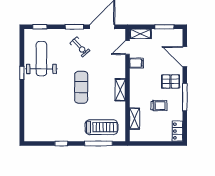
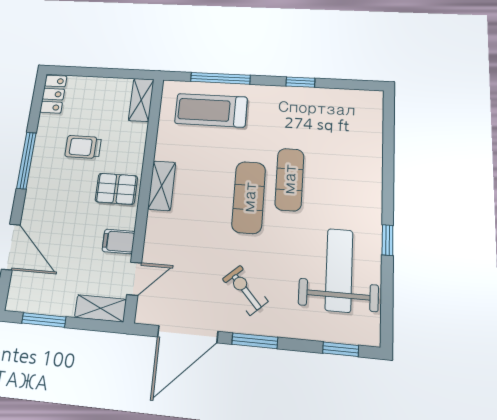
weight bench: (41, 59) -> (339, 270), turned 180
pallet: (171, 81) -> (116, 189), moved
exercise mat: (64, 97) -> (289, 179), added
shelving: (135, 119) -> (141, 100), moved

